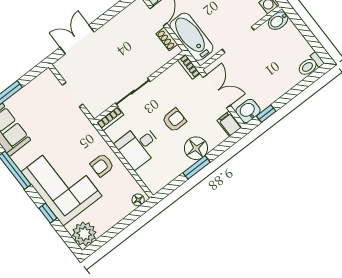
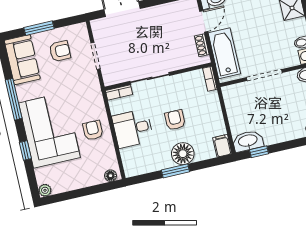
double door: (217, 91) -> (224, 112), removed
armchair: (37, 105) -> (60, 51), added
washbasin: (248, 111) -> (248, 141), width x1.38
armchair: (174, 120) -> (175, 120), turned -89
armchair: (102, 165) -> (93, 130), turned 90
plant: (84, 234) -> (45, 190), width x0.53, depth x0.53

